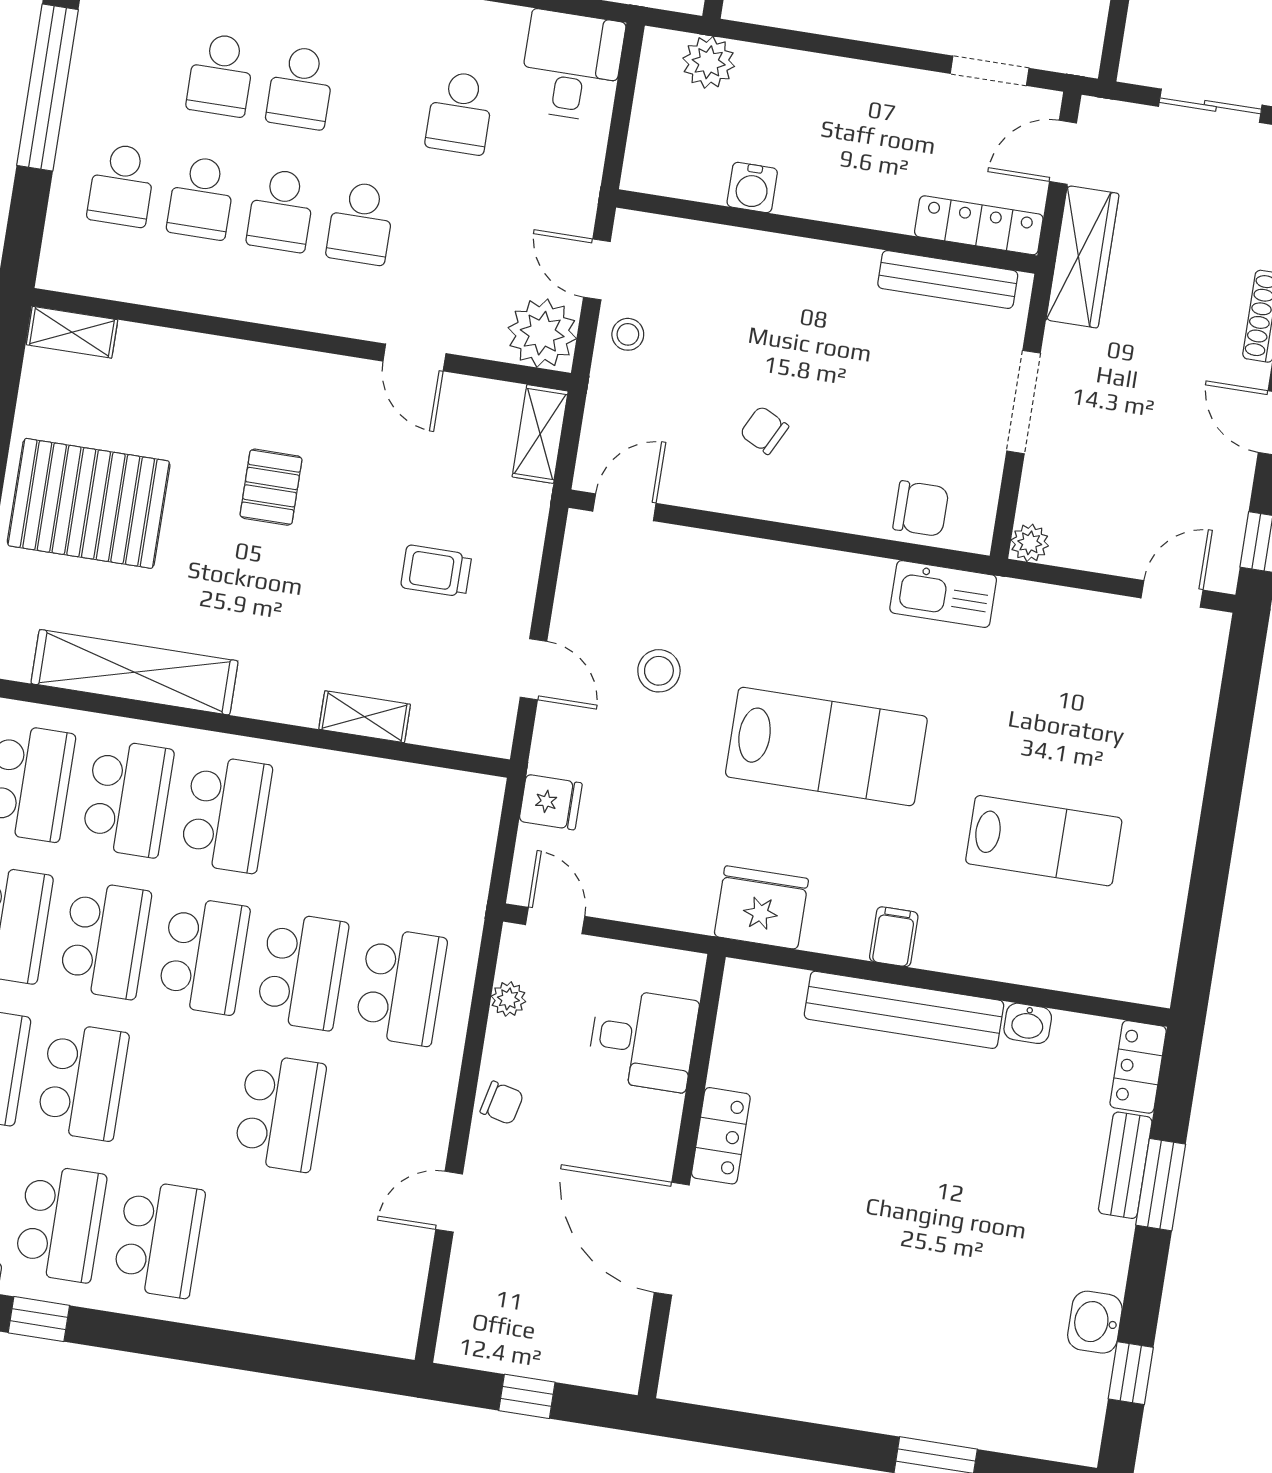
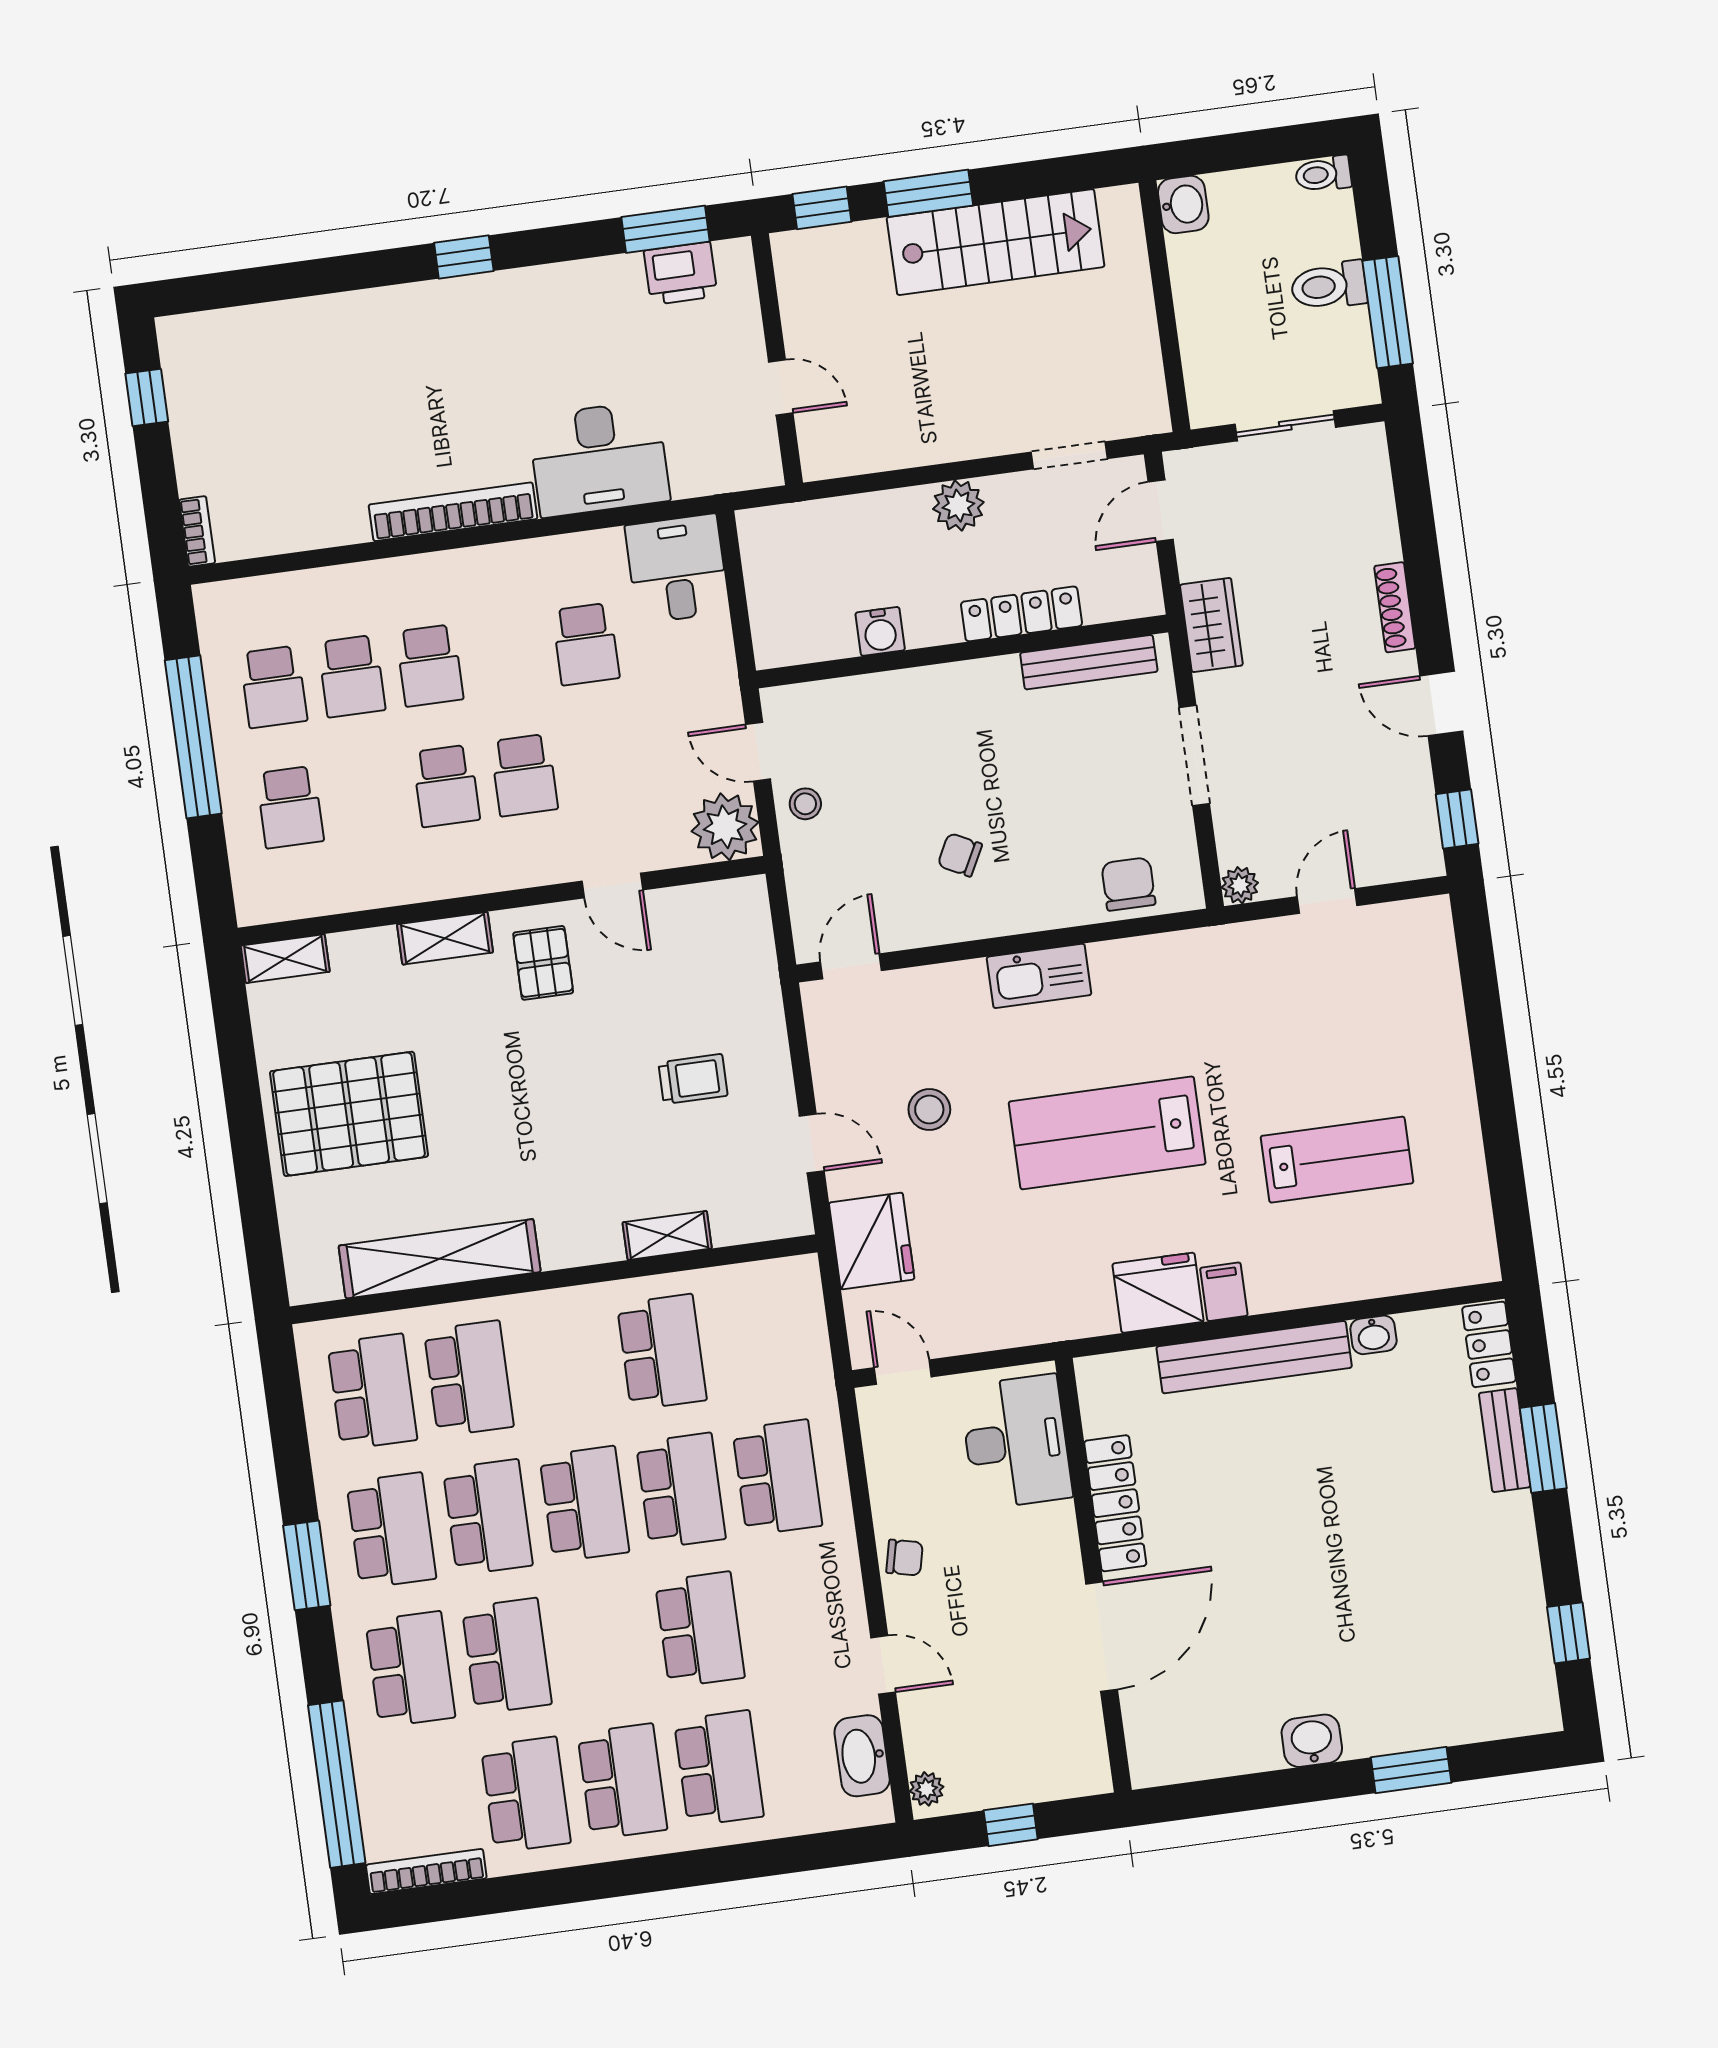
plant: (709, 62) -> (958, 506), moved
school desk: (201, 198) -> (274, 687), moved
locker: (979, 225) -> (1021, 614), moved
wardrobe: (1082, 257) -> (1211, 625), width x0.67
shelving: (540, 434) -> (445, 938), moved, turned 90
pallet: (271, 487) -> (543, 963), moved
chair: (921, 509) -> (1128, 884), turned -90
trolley: (436, 571) -> (693, 1079), turned 180
kitchen sink: (943, 594) -> (1039, 976), moved
door: (1172, 594) -> (1327, 901), moved
lab bench: (826, 746) -> (1107, 1133), turned 180
fridge: (551, 802) -> (872, 1241), width x1.88, depth x1.34
school desk: (226, 814) -> (662, 1352), moved
fridge: (761, 907) -> (1158, 1293), moved
plant: (508, 999) -> (927, 1789), moved
desk: (643, 1040) -> (1016, 1442), width x1.37
locker: (721, 1136) -> (1115, 1503), width x1.53
door: (449, 1202) -> (883, 1665), swing flipped
door: (672, 1239) -> (1102, 1637), swing flipped
school desk: (257, 1254) -> (719, 1768), added
washbasin: (402, 1285) -> (862, 1756), added
window: (39, 1319) -> (533, 1890), removed
washbasin: (1095, 1322) -> (1312, 1741), moved, turned 90

